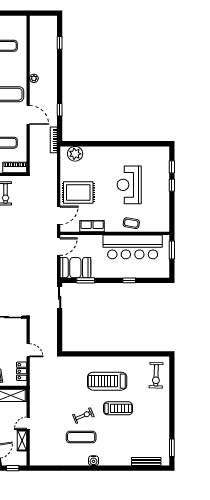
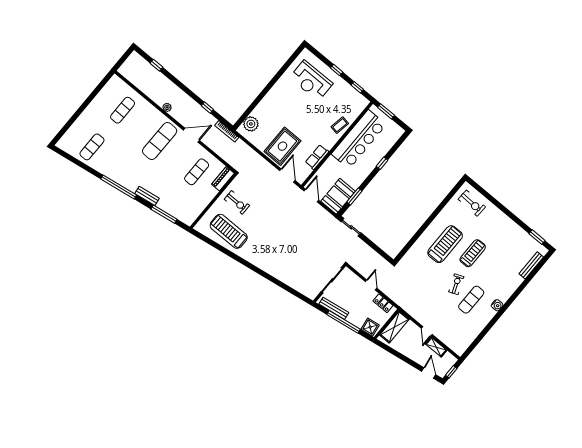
window: (172, 167) -> (357, 87), moved
reception desk: (129, 185) -> (311, 81), moved
door: (28, 350) -> (371, 285), hinge flipped
treadmill: (107, 381) -> (445, 244), turned 180

